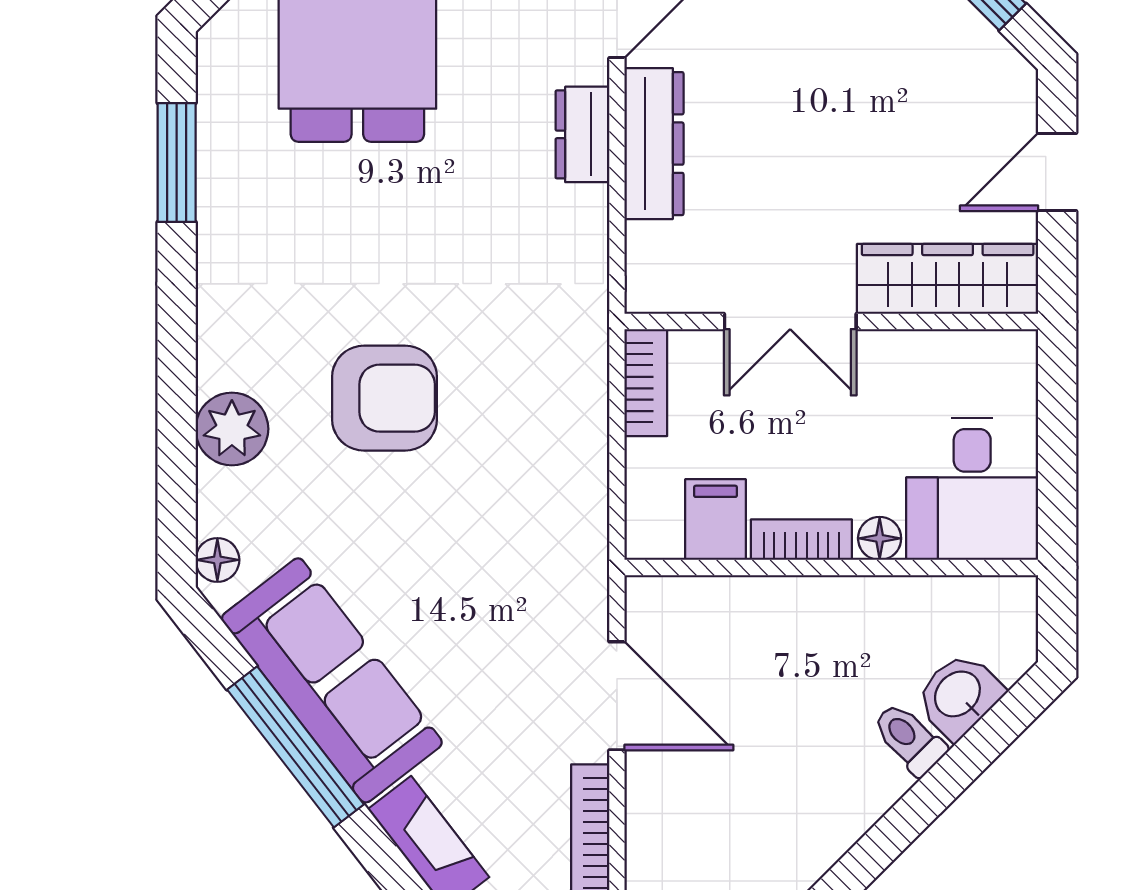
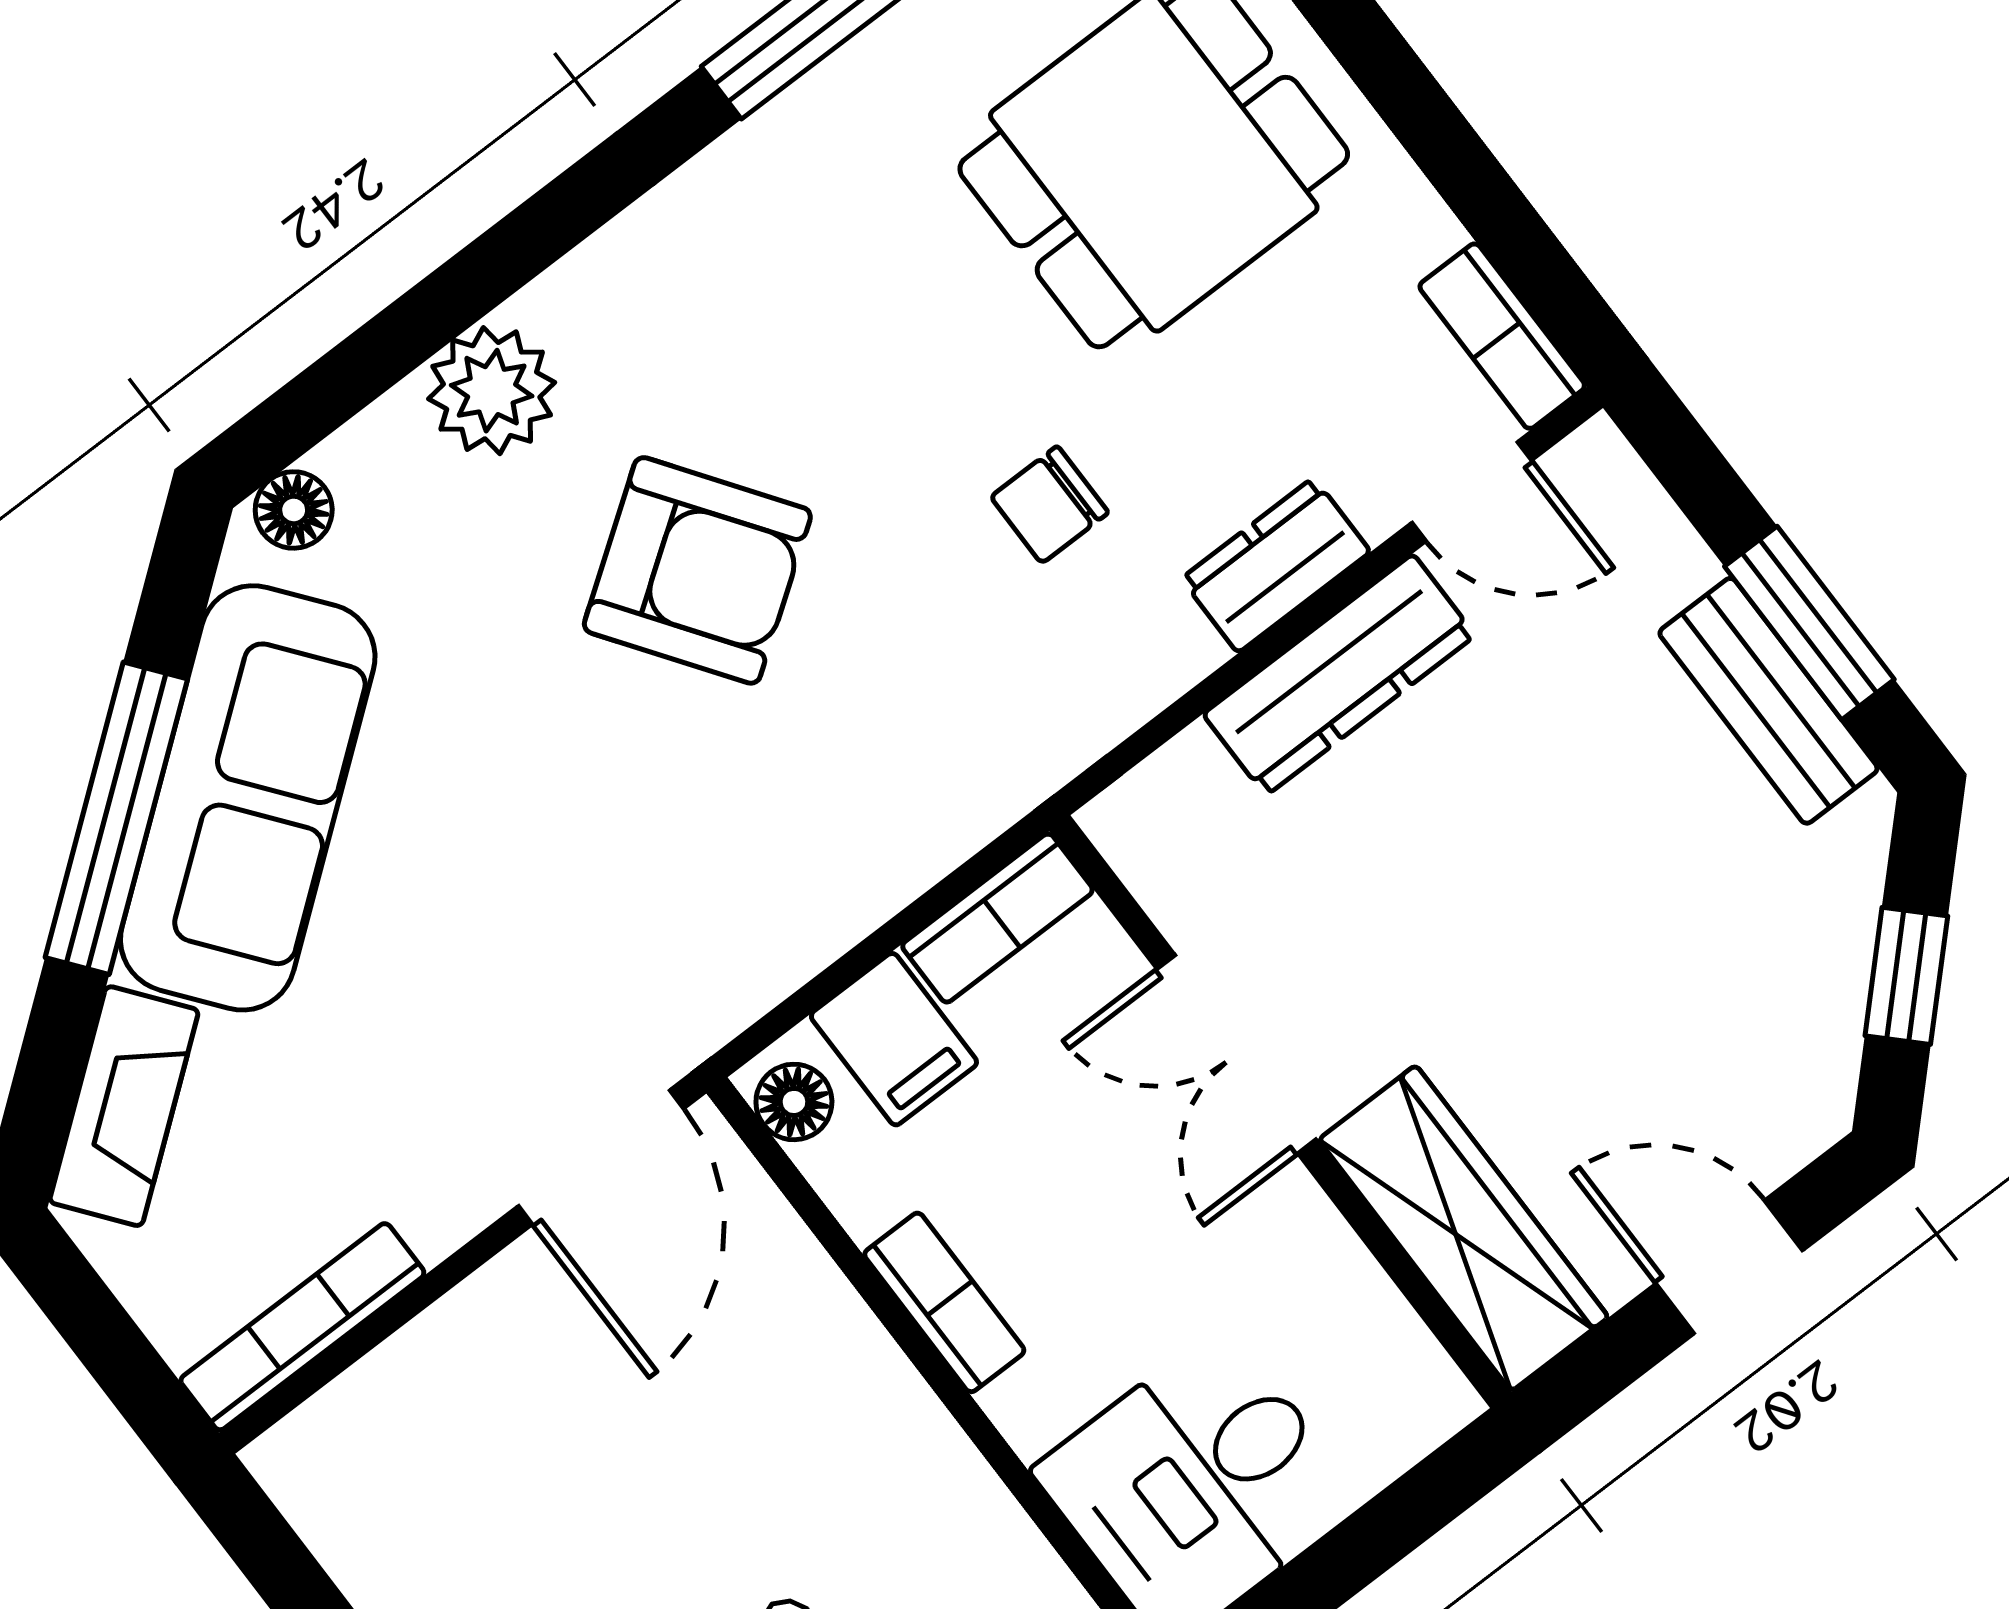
chair: (477, 216) -> (1050, 505), added
armchair: (385, 398) -> (697, 570), turned -35
filing cabinet: (716, 520) -> (894, 1039), moved, turned 90
floor lamp: (880, 538) -> (794, 1102), moved
door: (617, 696) -> (601, 1157), moved

